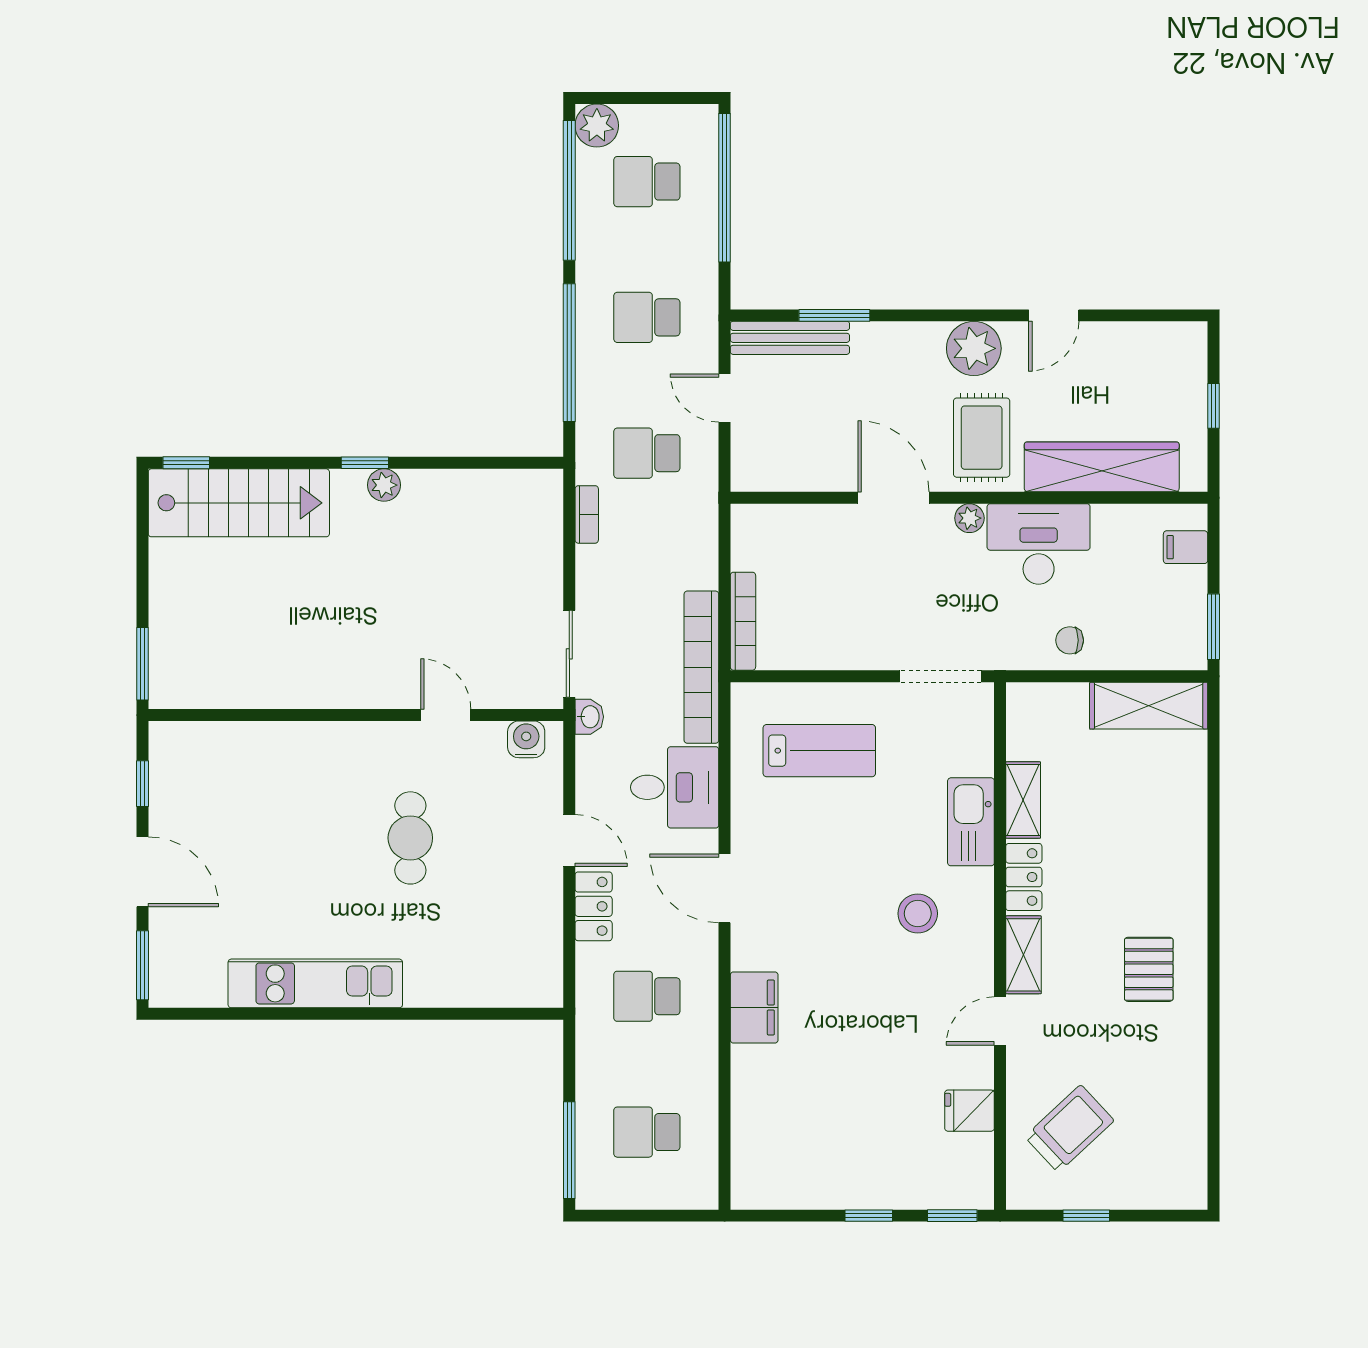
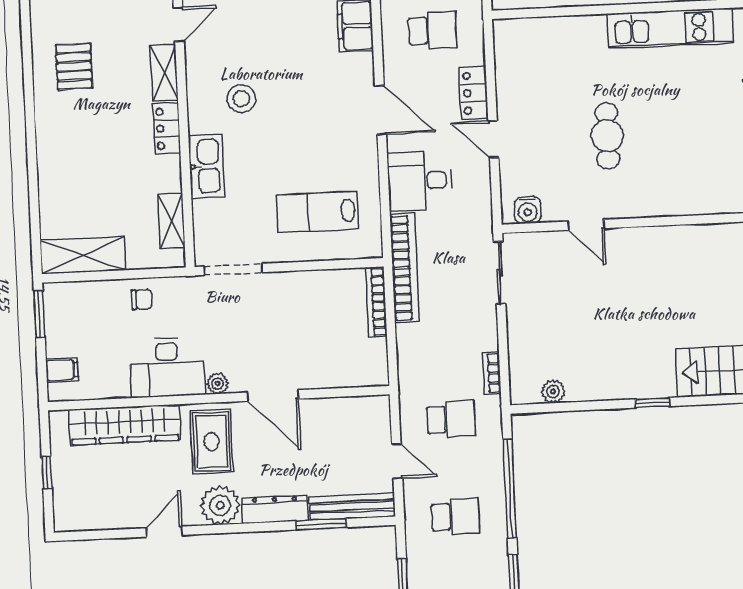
dresser: (898, 339) -> (275, 509), added
plant: (384, 485) -> (553, 392), moved
washbasin: (589, 717) -> (483, 228), removed
shelving: (1023, 800) -> (171, 221), moved

